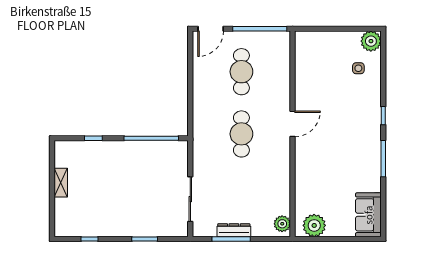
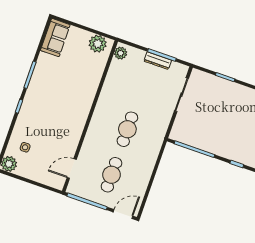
door: (293, 124) -> (72, 169), moved

